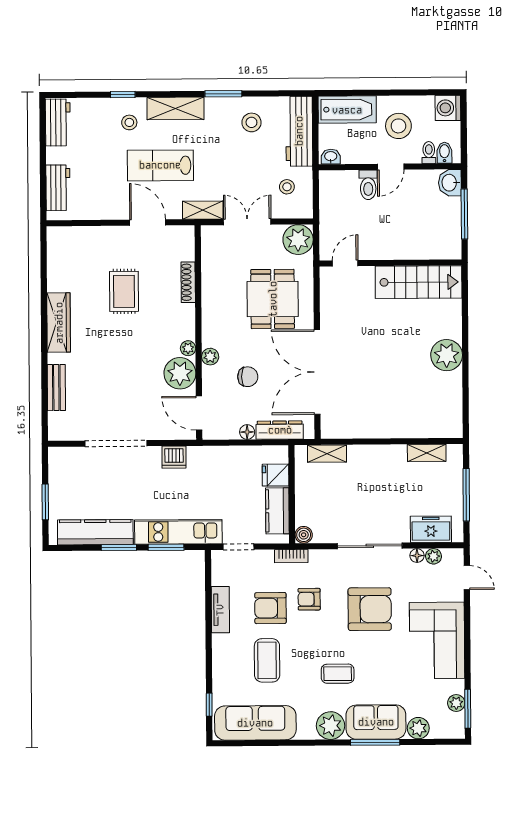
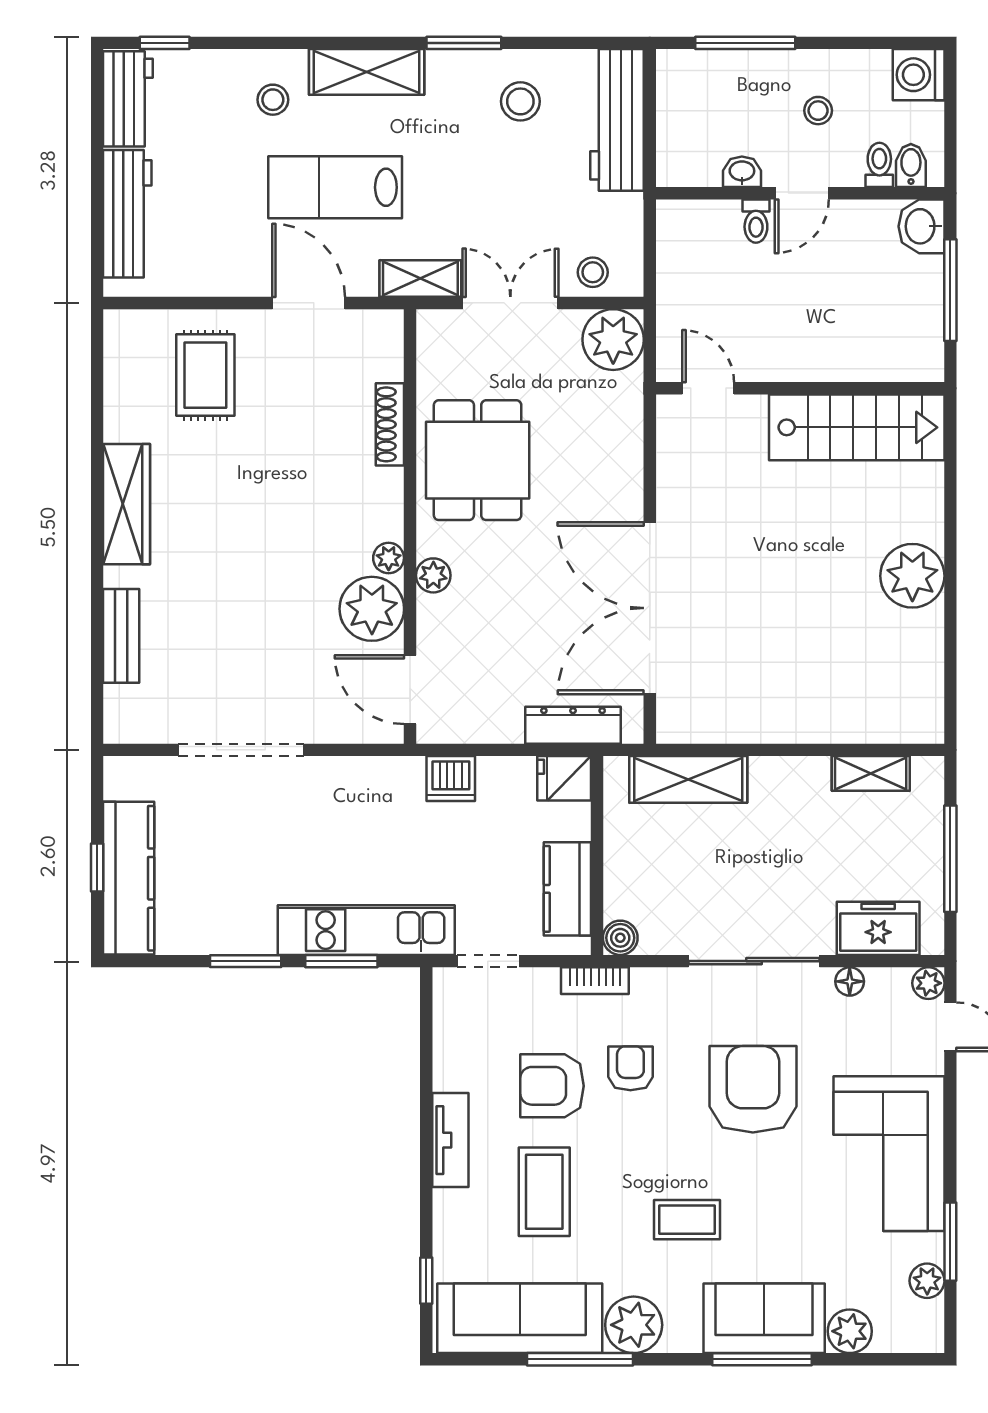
window: (362, 93) -> (745, 43), added
window: (123, 94) -> (165, 43), moved
bathtub: (347, 110) -> (714, 77), removed
stool: (398, 126) -> (818, 111), width x0.53, depth x0.53
washbasin: (331, 157) -> (742, 172), moved
toilet: (368, 185) -> (756, 221), width x0.73, depth x0.72
stool: (287, 187) -> (593, 272), moved
workbench: (58, 188) -> (127, 214), width x1.38
door: (345, 263) -> (708, 388), hinge flipped
rug: (124, 291) -> (205, 375), moved
dining table: (273, 299) -> (478, 460), moved
chair: (248, 377) -> (509, 617), removed
floor lamp: (247, 432) -> (507, 729), removed
shelving: (327, 454) -> (688, 779), width x1.50, depth x1.33
dishwasher: (174, 457) -> (451, 778), moved
fridge: (276, 475) -> (564, 778), moved
window: (45, 502) -> (97, 868), width x0.67
kitchen counter: (95, 532) -> (129, 878), moved, turned 90
plant: (433, 556) -> (928, 983), moved
armchair: (309, 599) -> (630, 1068), turned 90
armchair: (370, 609) -> (753, 1089), turned -90
tv unit: (220, 610) -> (450, 1140), moved
window: (468, 709) -> (950, 1242), moved
plant: (330, 726) -> (634, 1325), moved
window: (285, 743) -> (580, 1359), added

